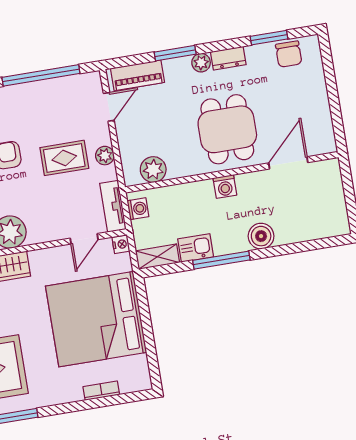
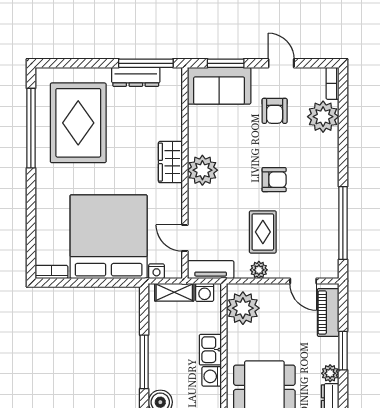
plant: (153, 170) -> (243, 308), width x1.36, depth x1.36
nightstand: (121, 244) -> (157, 271), moved
kitchen sink: (196, 248) -> (210, 350), moved, turned 180
shelving: (157, 257) -> (174, 292), moved, turned 90
bookcase: (101, 391) -> (51, 272), moved, turned -90

